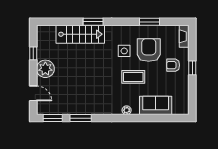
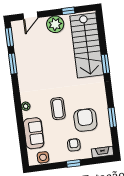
stairs: (80, 34) -> (87, 45), width x1.36, depth x1.51
armchair: (149, 50) -> (85, 120), turned -90
side table: (124, 51) -> (43, 157), moved

